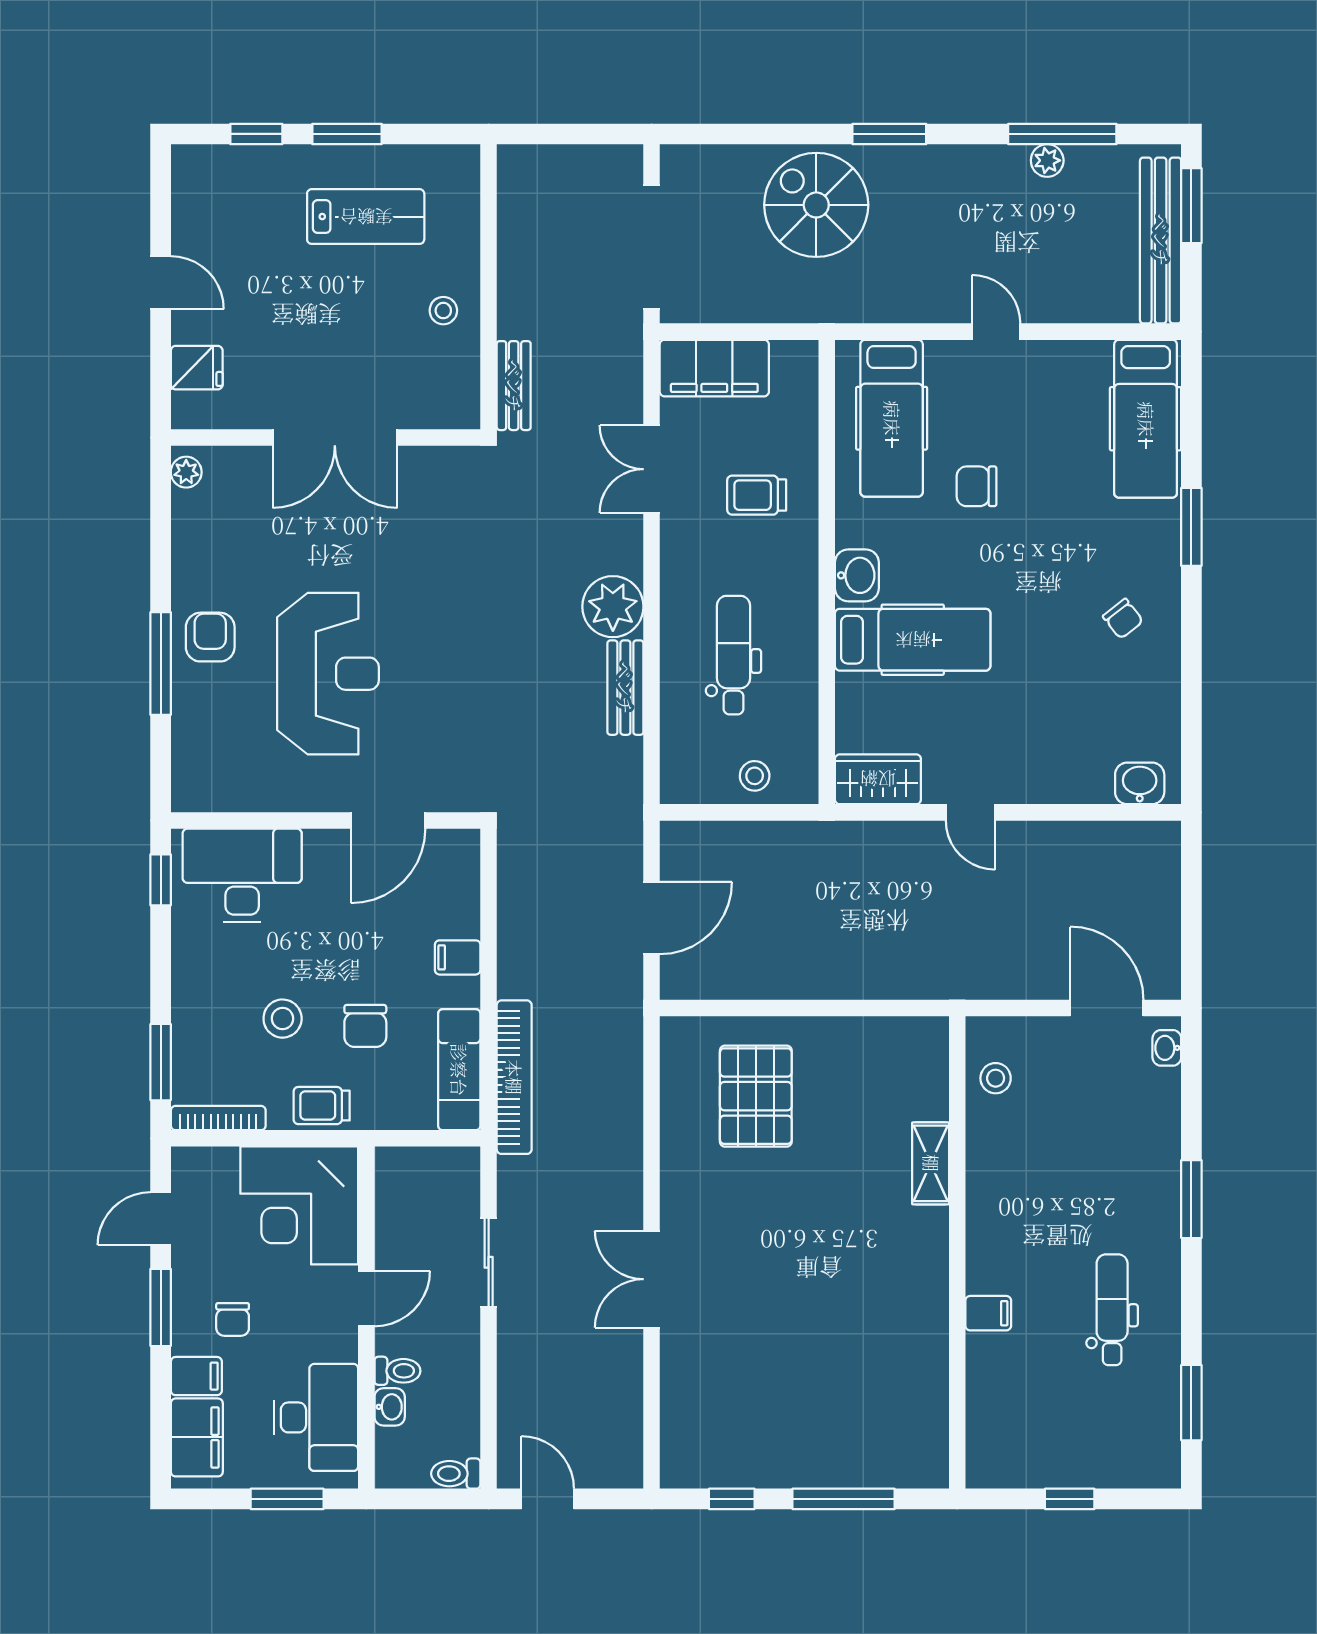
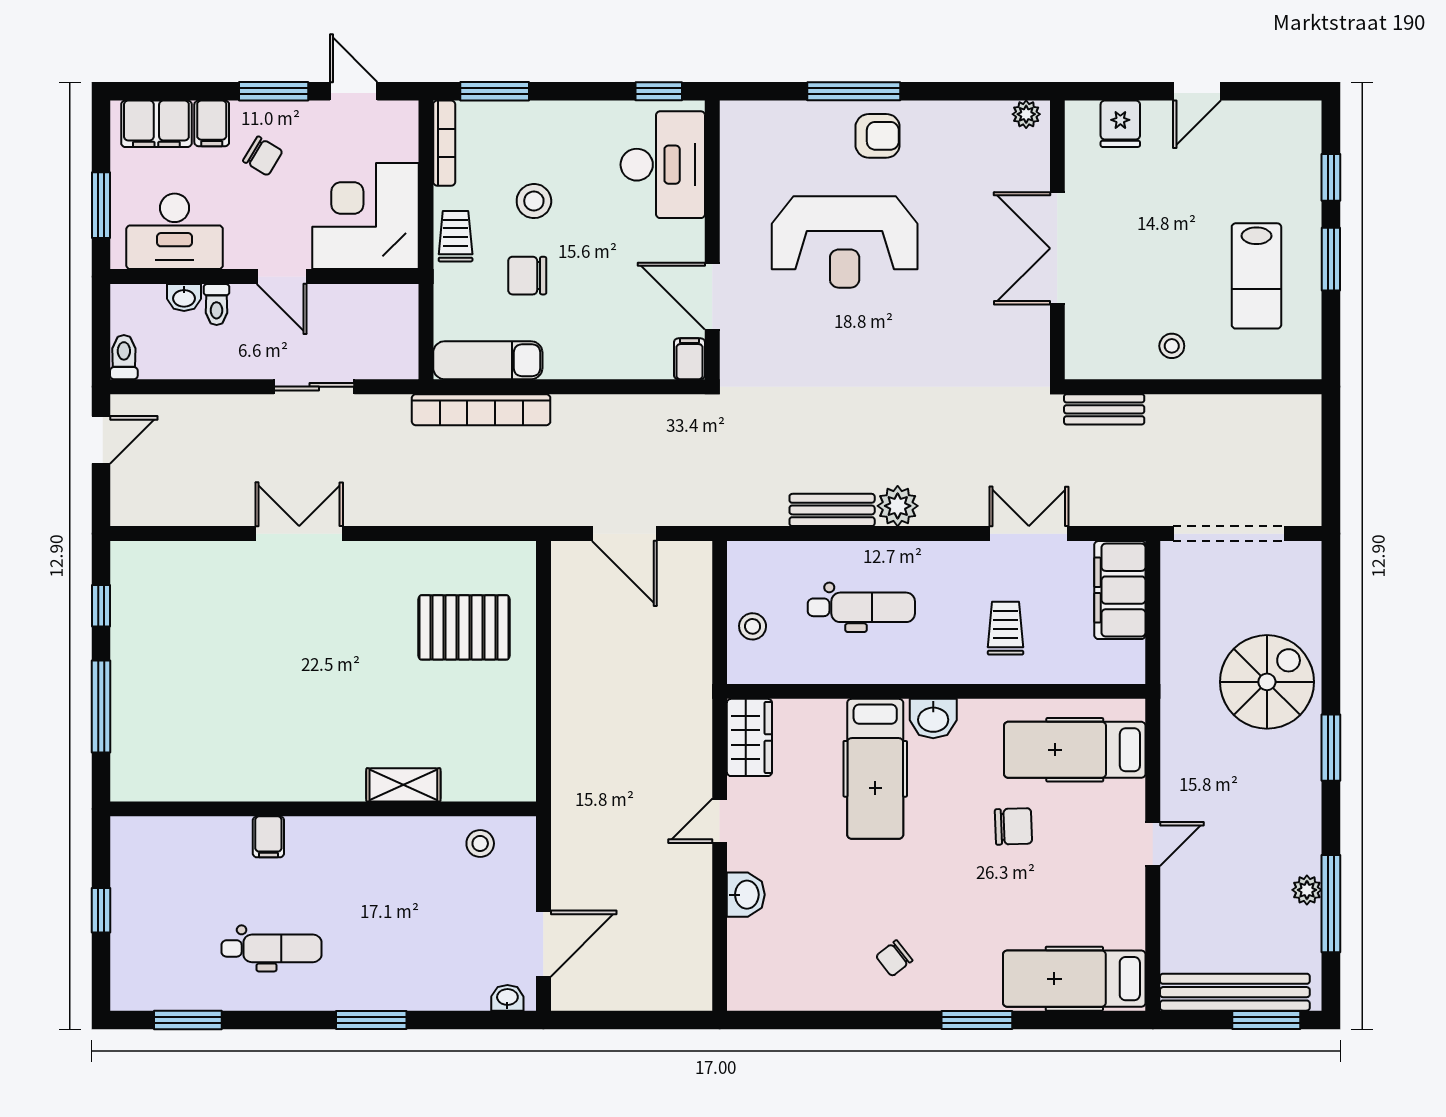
chair: (977, 486) -> (1013, 826), turned 88
plant: (613, 607) -> (898, 506), width x0.73, depth x0.73
washbasin: (1140, 783) -> (746, 895), moved
filing cabinet: (458, 957) -> (690, 359), moved
chair: (233, 1319) -> (263, 156), turned -149

